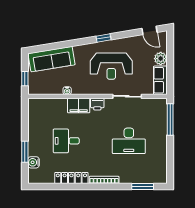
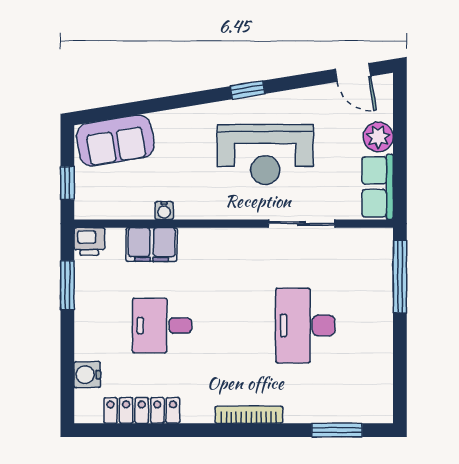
sofa: (52, 59) -> (115, 141), width x0.73
printer: (97, 104) -> (89, 241), moved
filing cabinet: (79, 105) -> (152, 245), moved
desk: (129, 141) -> (305, 325), turned 90
window: (25, 152) -> (67, 285), moved
locker: (71, 178) -> (142, 410), moved

